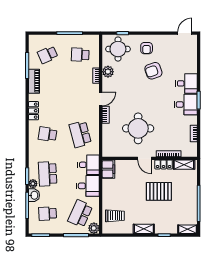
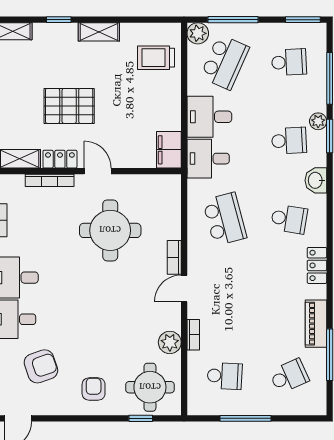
armchair: (153, 71) -> (41, 366), moved
school desk: (48, 174) -> (289, 141), width x0.54
washbasin: (34, 195) -> (316, 180), moved

